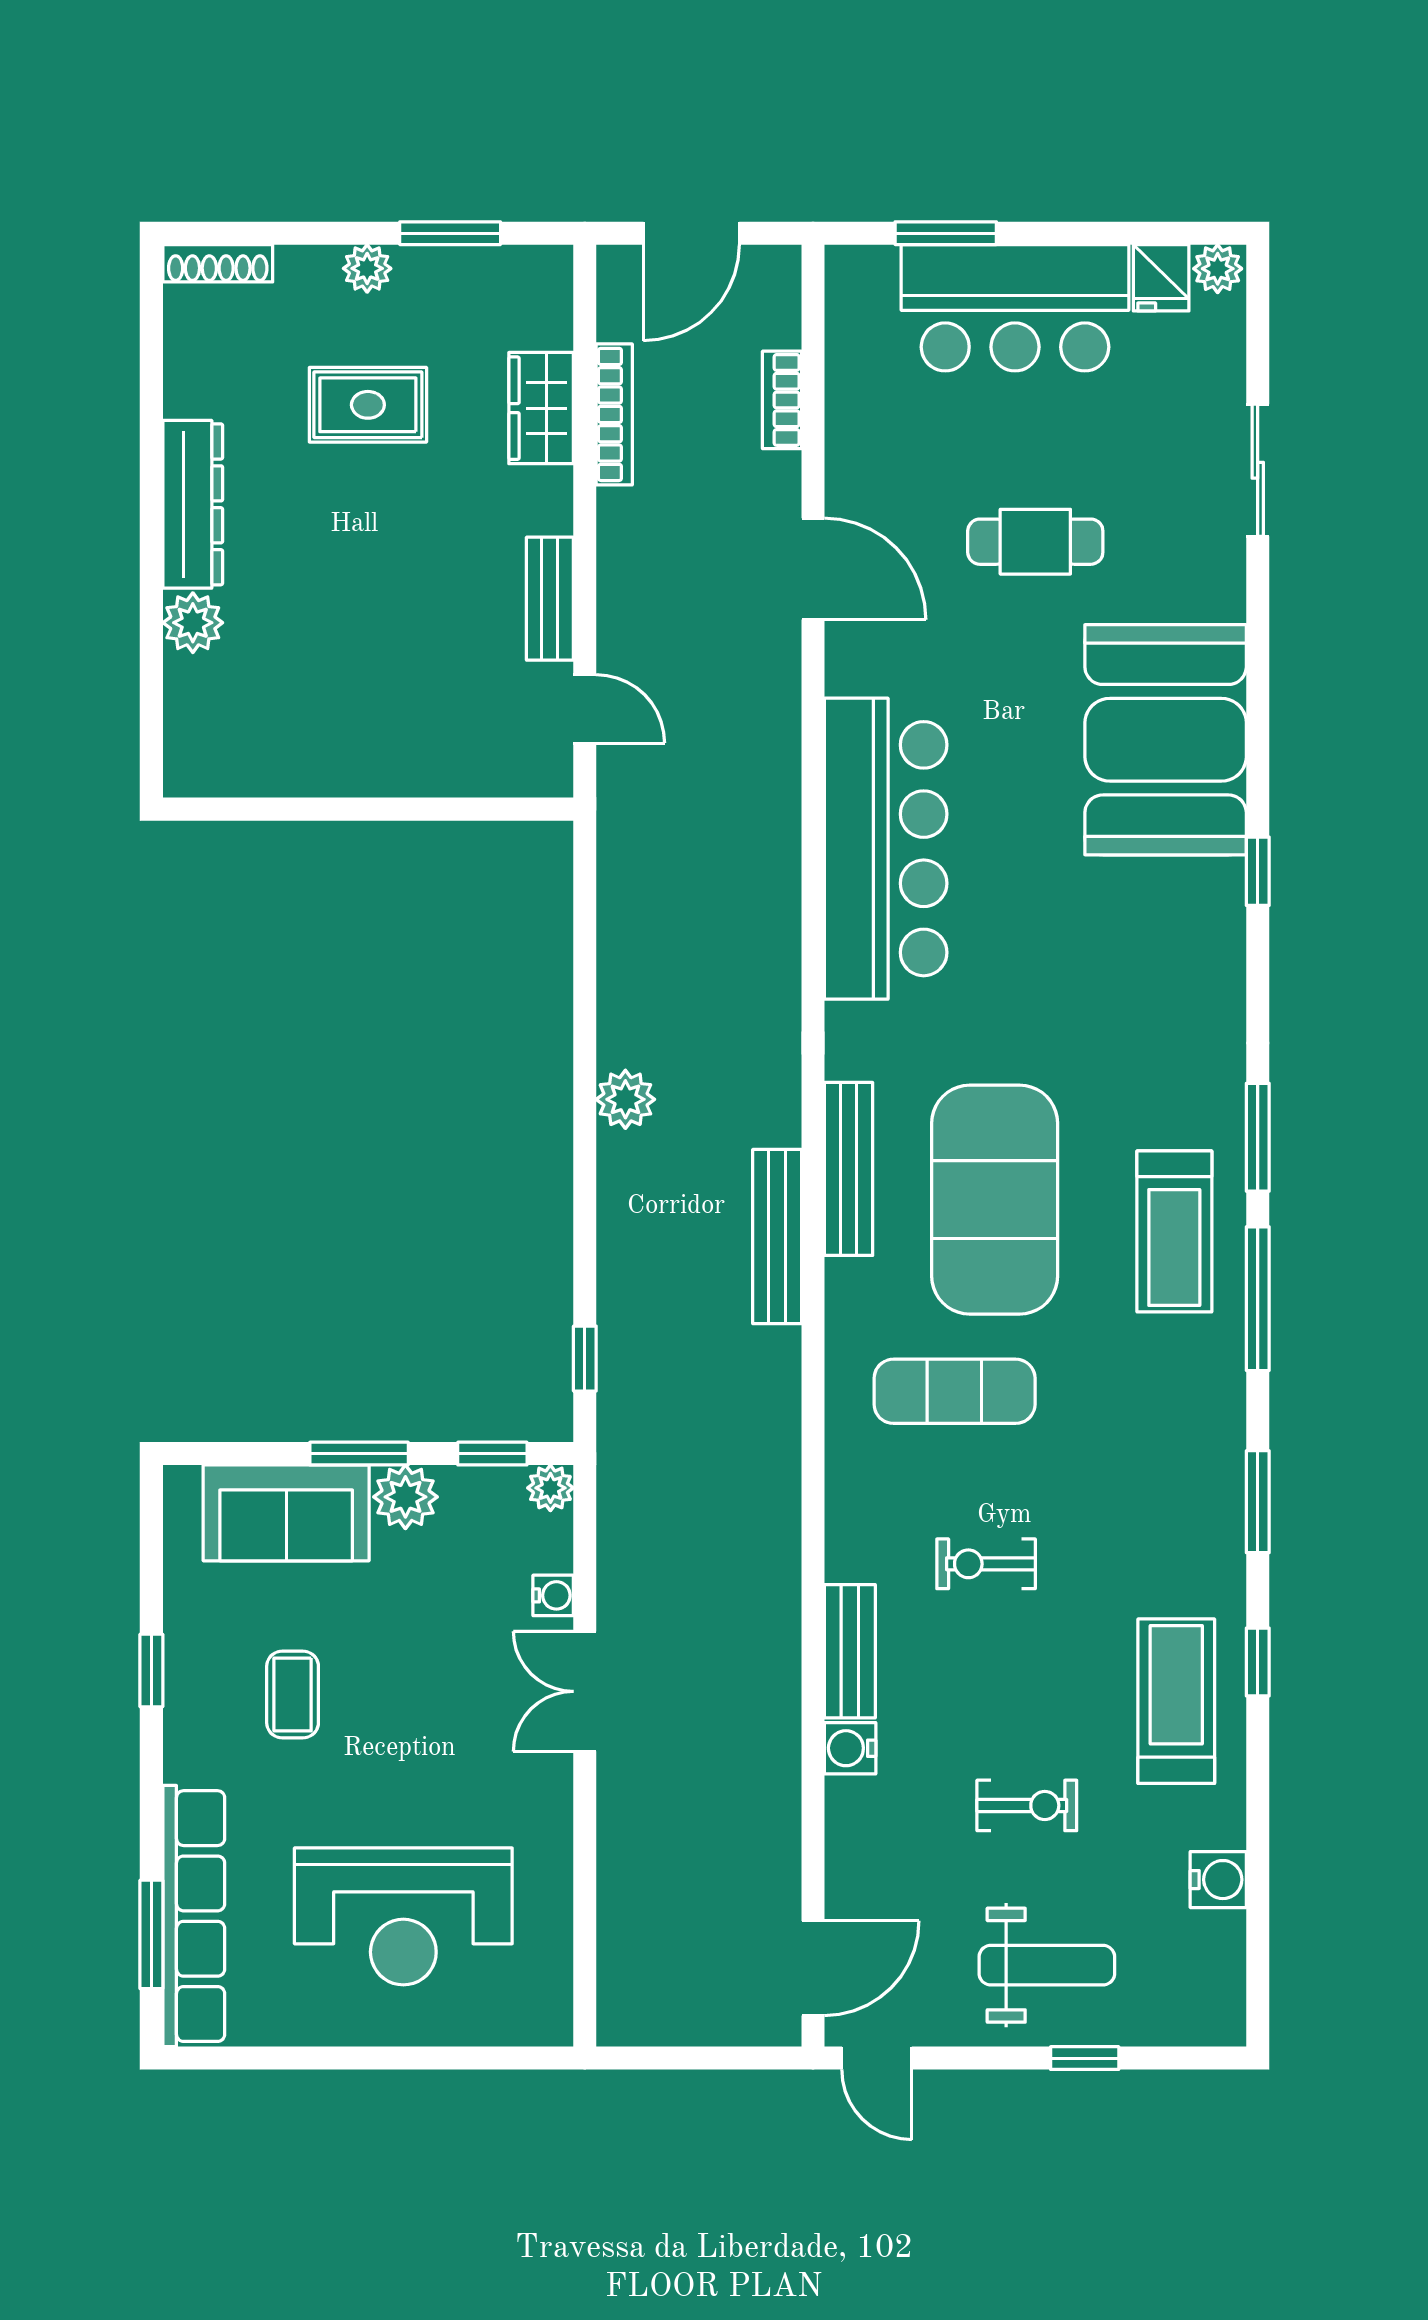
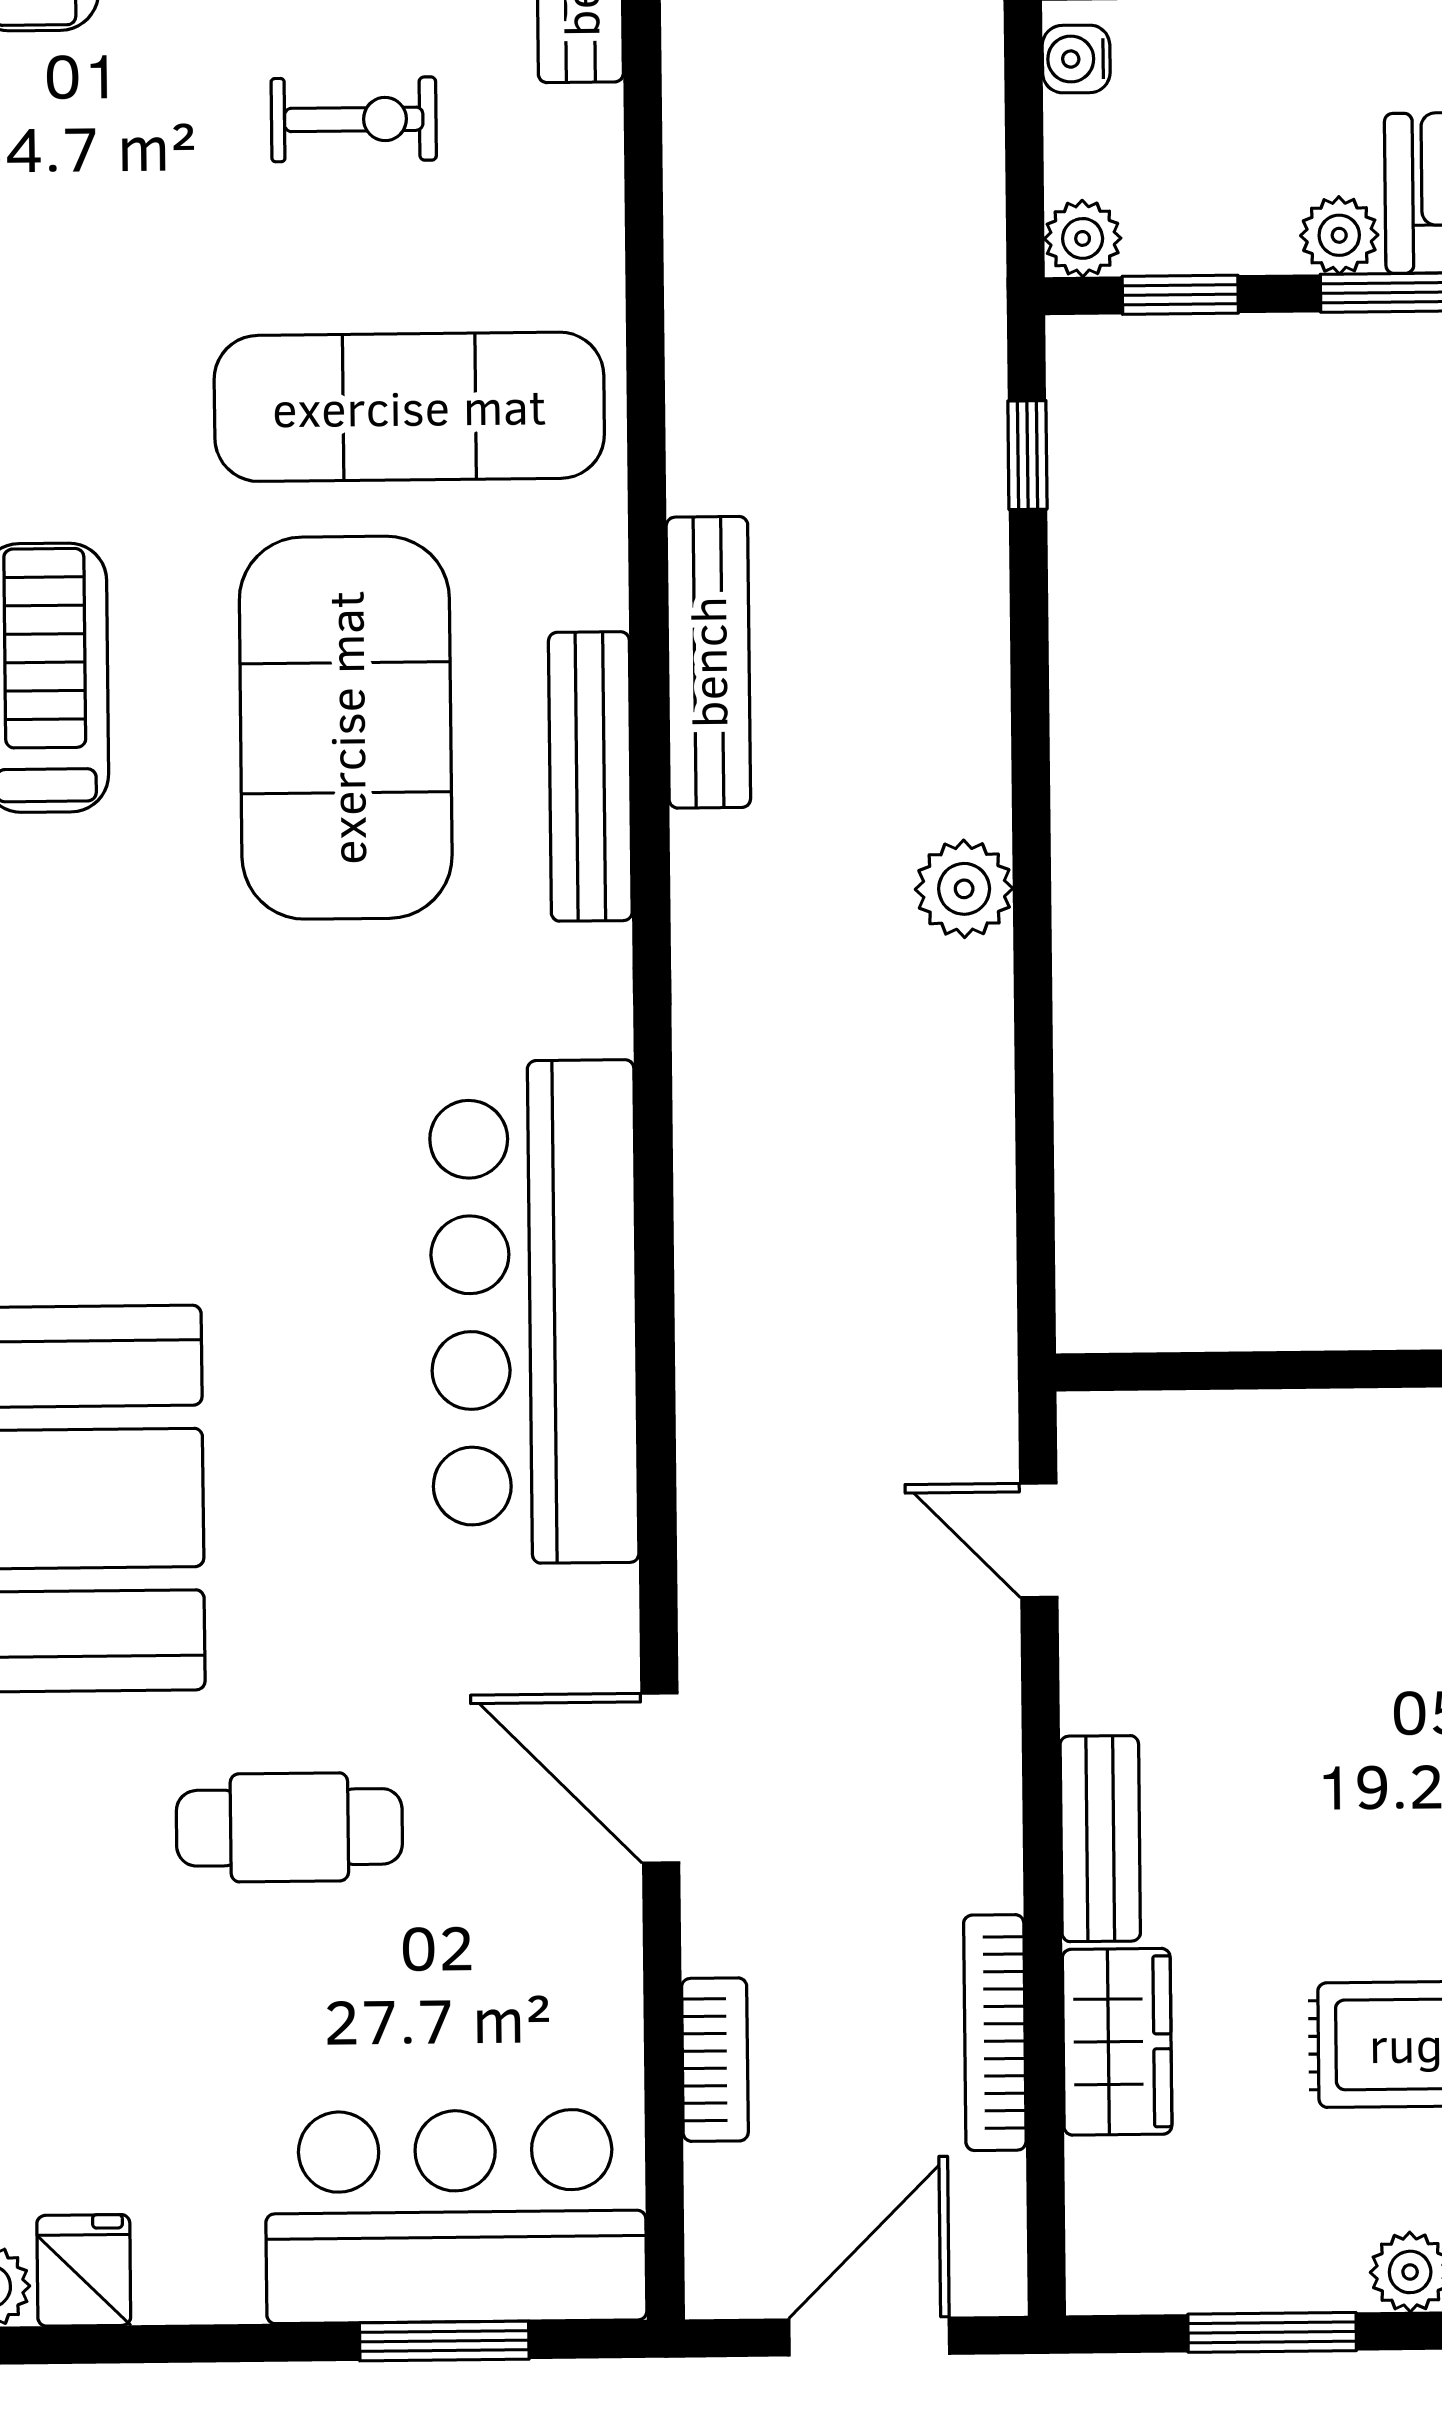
bar counter: (1015, 308) -> (456, 2216), moved
bench: (550, 599) -> (1100, 1839), moved
exercise mat: (955, 1391) -> (409, 407), width x1.36, depth x1.45
plant: (405, 1497) -> (1339, 235), width x0.73, depth x0.73

